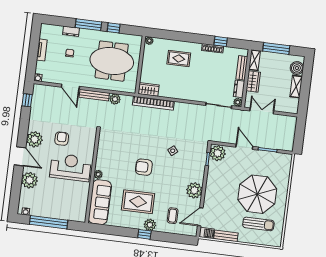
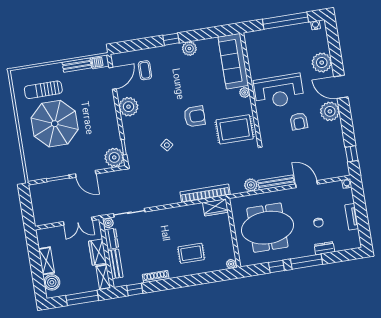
window: (221, 41) -> (135, 289), moved
rug: (138, 202) -> (235, 129), moved
plant: (150, 225) -> (189, 49), moved

